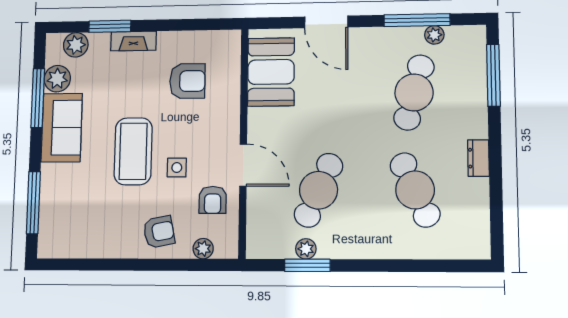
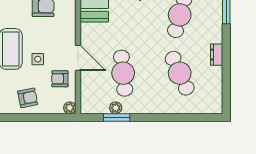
cafe table: (319, 190) -> (123, 73), turned -30
armchair: (213, 200) -> (60, 79), turned 90
plant: (203, 249) -> (70, 108), moved

